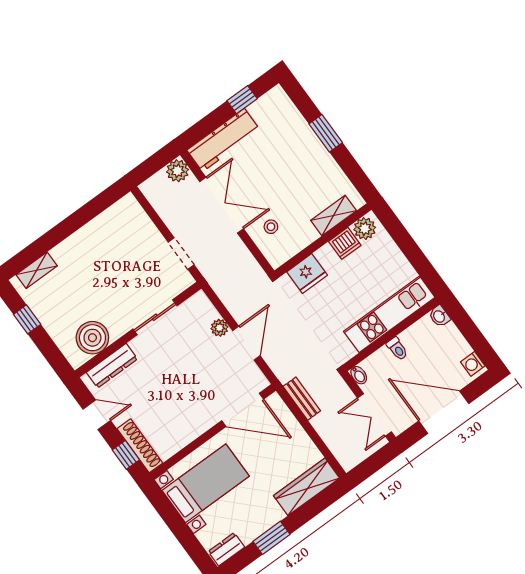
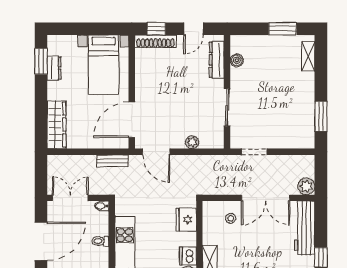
window: (91, 210) -> (321, 116), added
window: (27, 319) -> (283, 29), width x1.50
boiler: (92, 338) -> (237, 60), width x0.54, depth x0.54
door: (246, 343) -> (156, 152), moved
window: (271, 538) -> (41, 61), moved
dresser: (226, 549) -> (54, 68), moved

